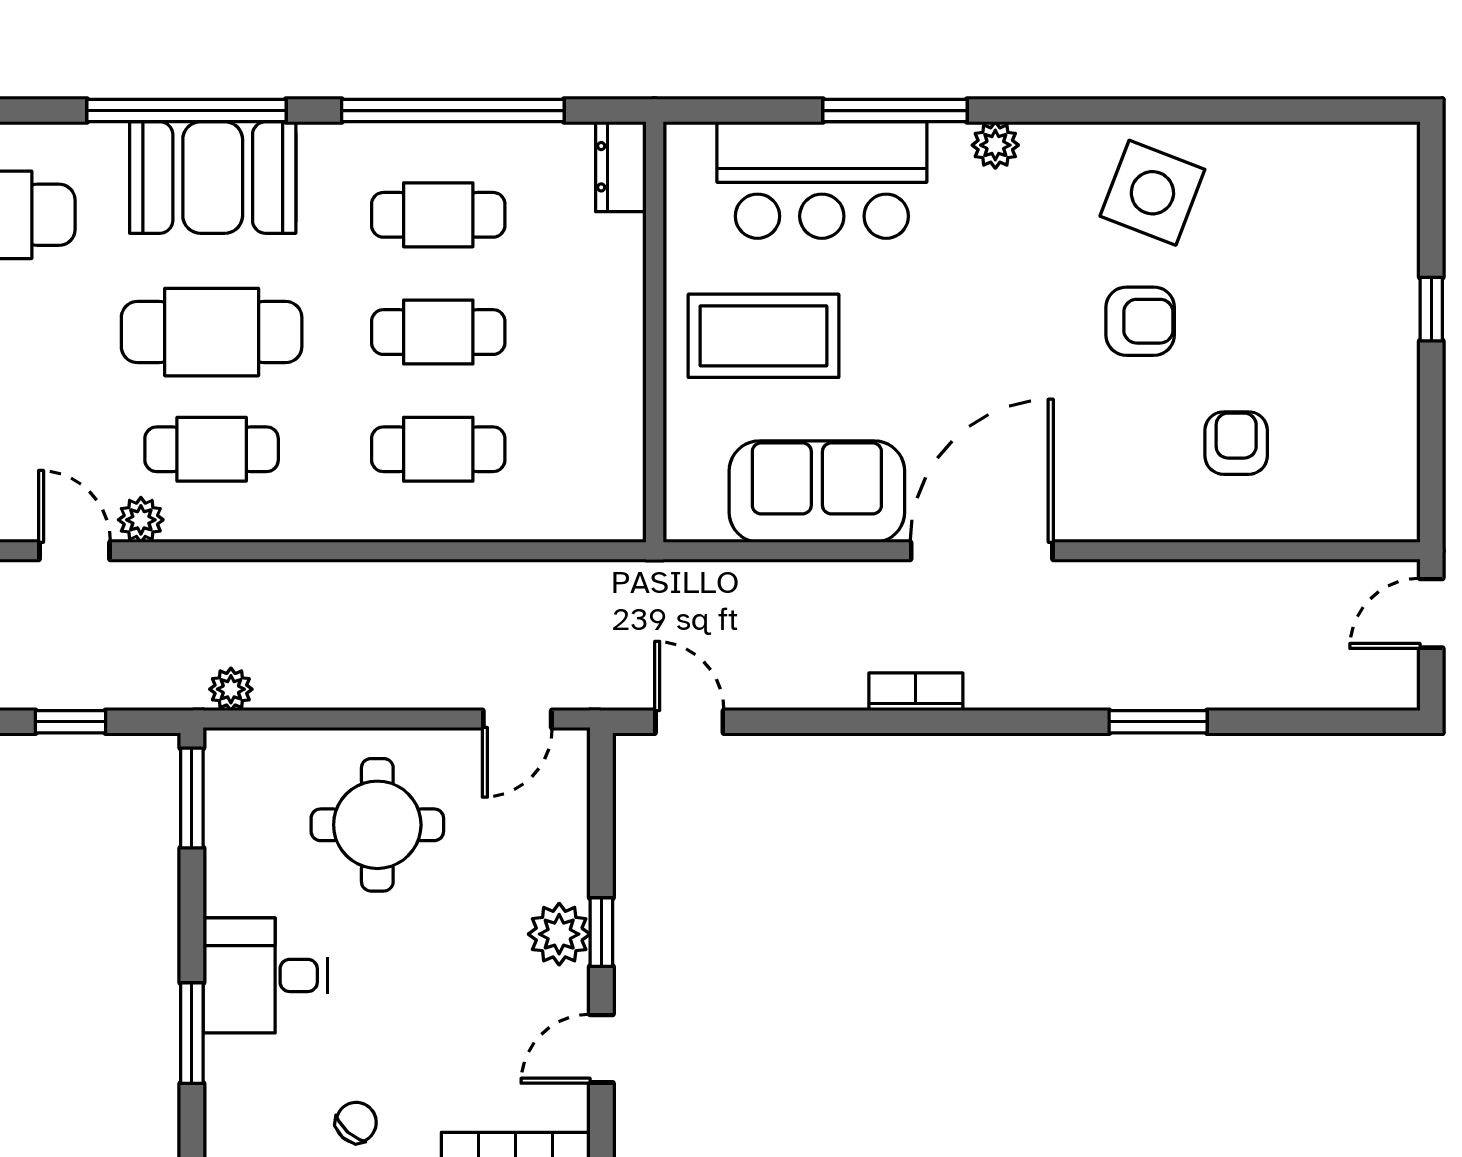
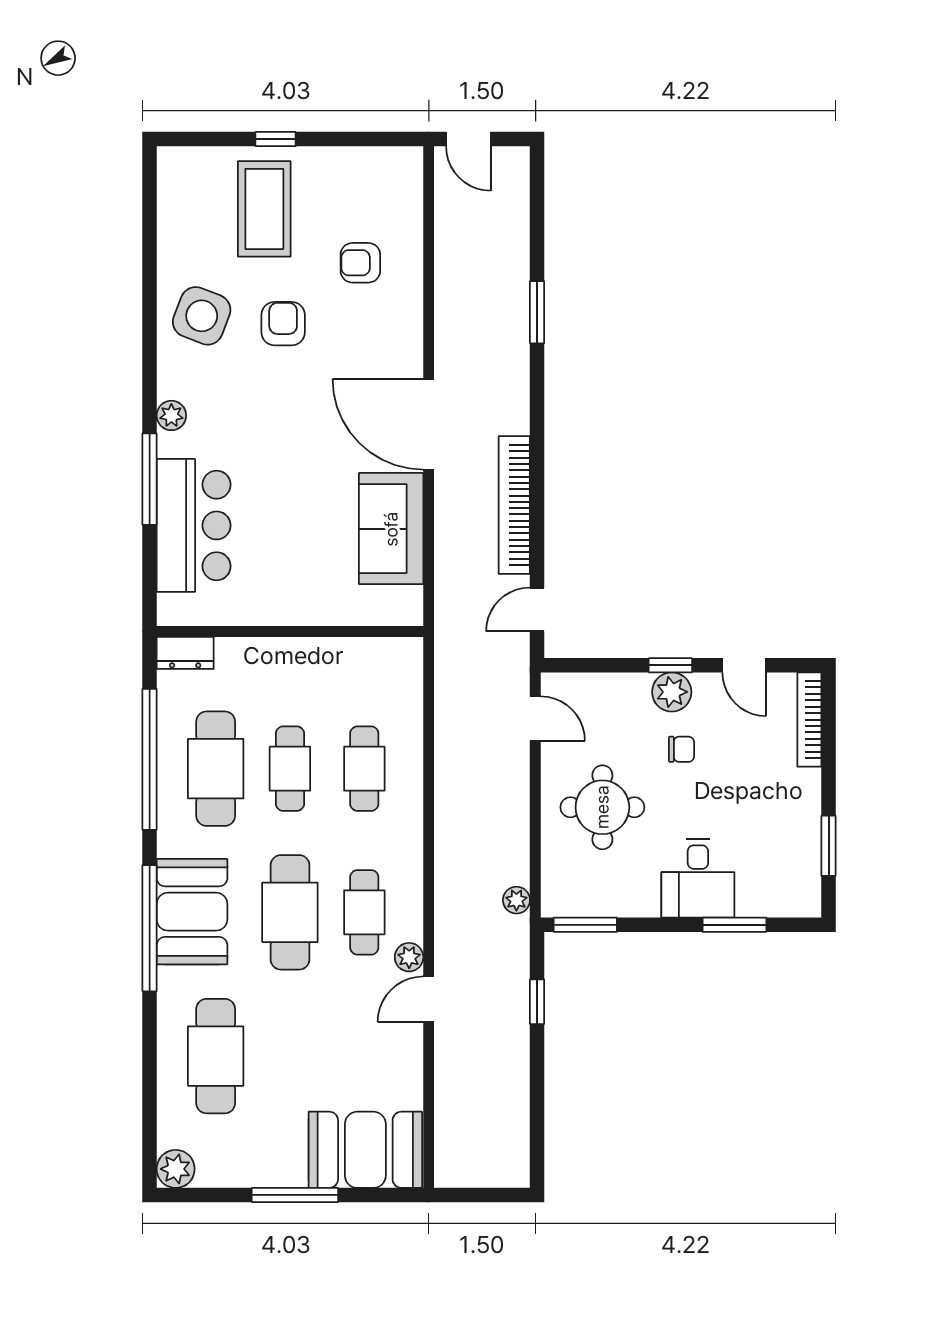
cafe table: (438, 215) -> (216, 769), width x1.37, depth x1.35
coffee table: (764, 336) -> (264, 209), moved
bookcase: (916, 692) -> (514, 505), width x2.31, depth x1.31
chair: (356, 1122) -> (681, 749), moved, turned 138

